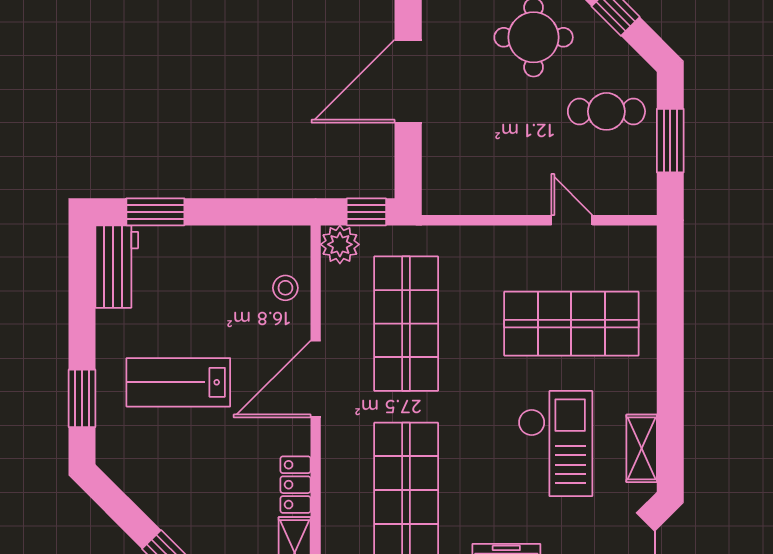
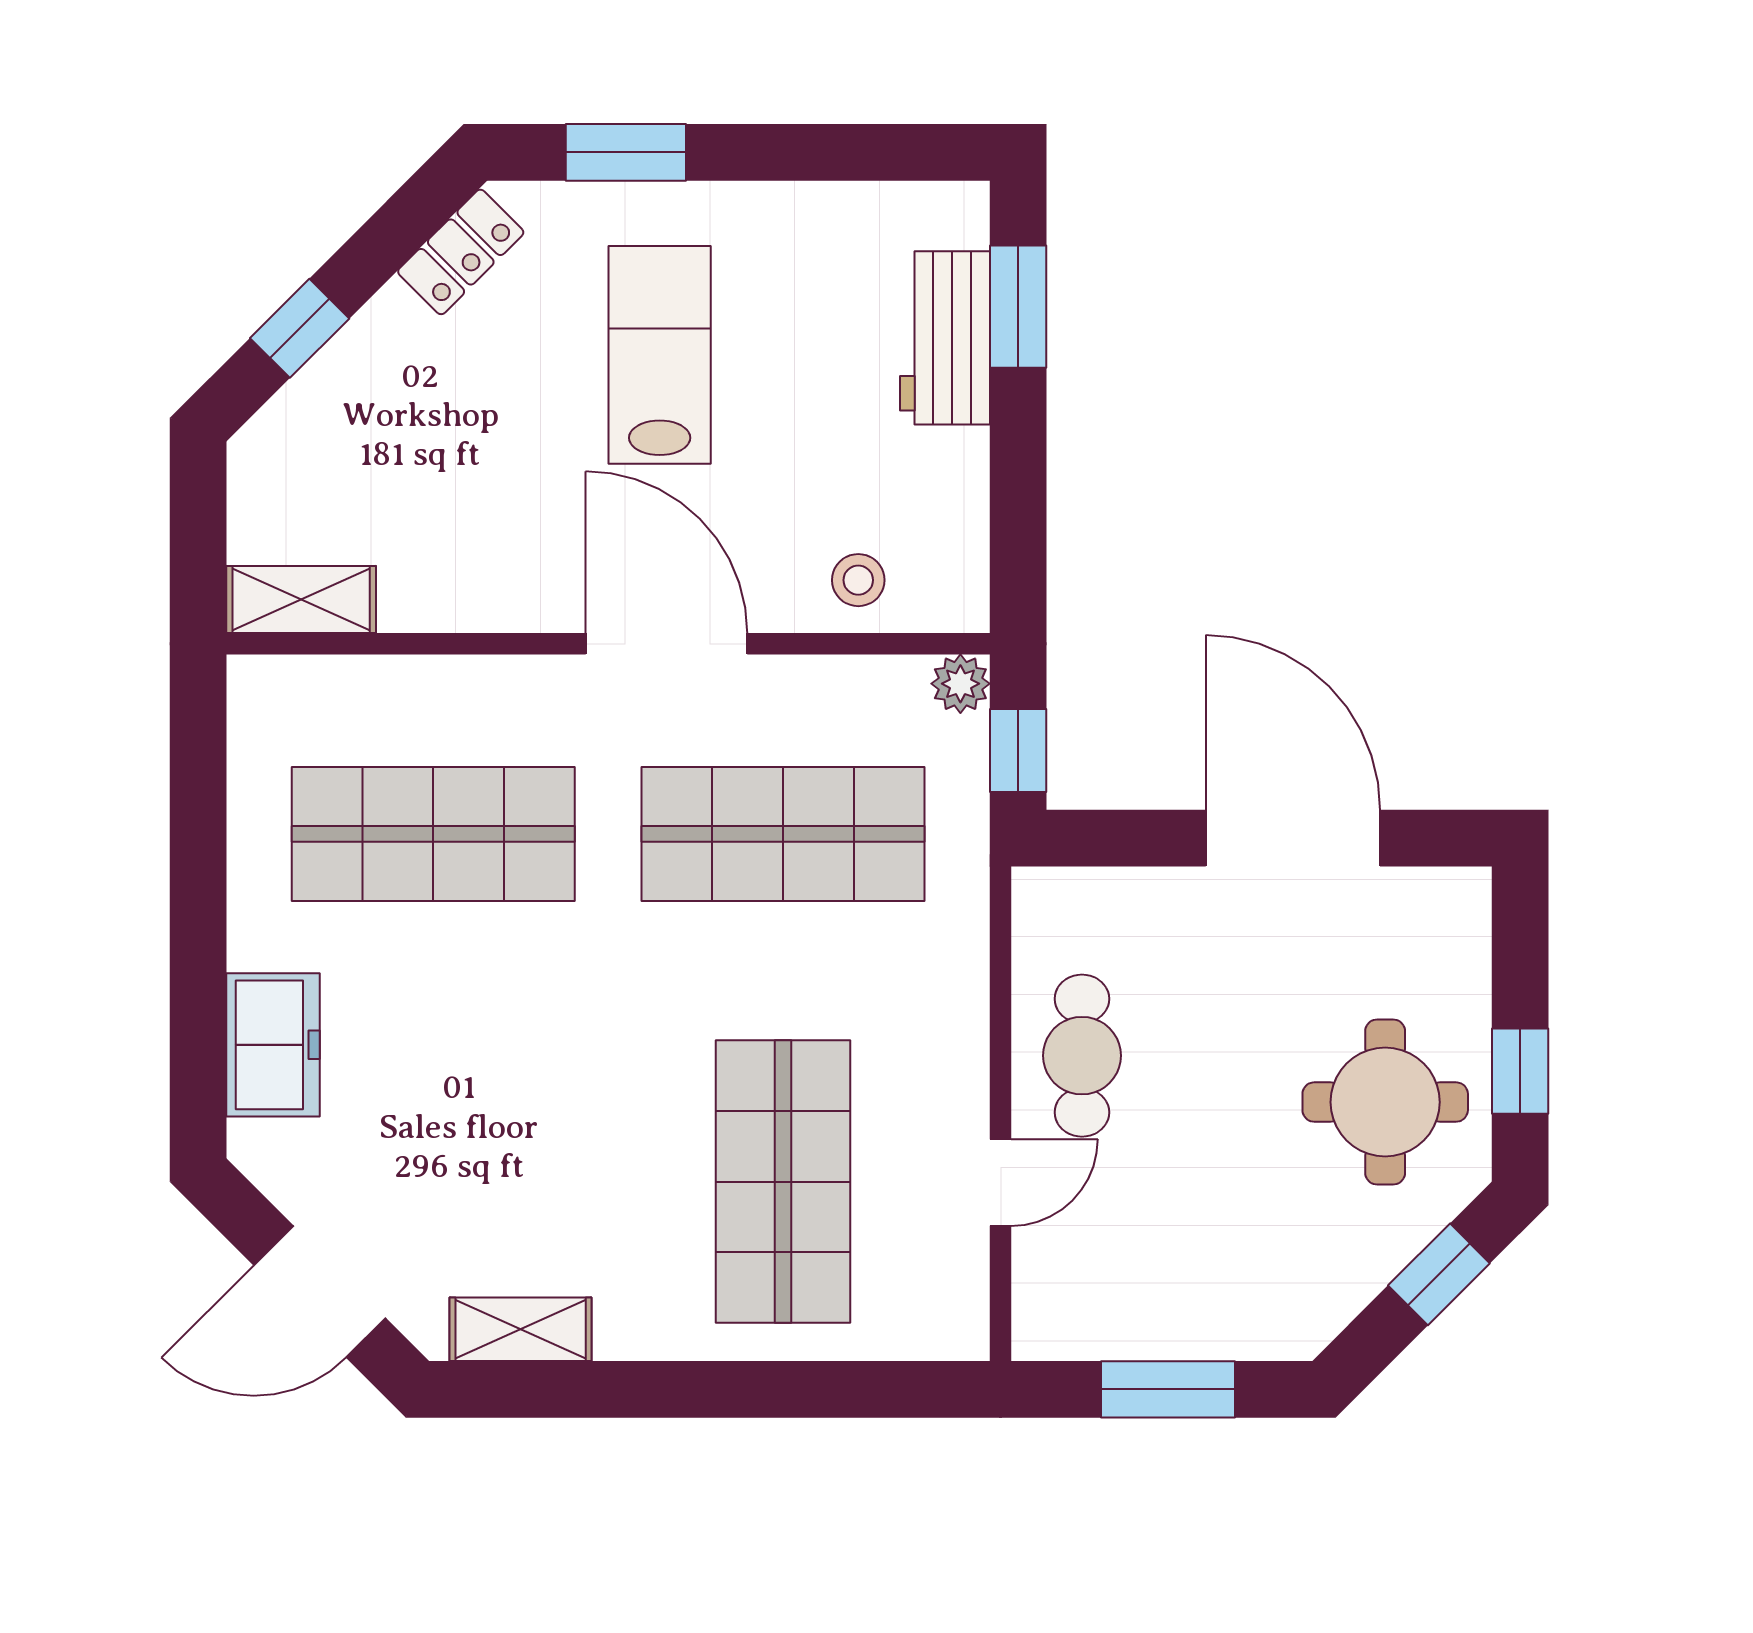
cafe table: (606, 111) -> (1082, 1056), moved
plant: (340, 244) -> (960, 684), width x0.73, depth x0.73
workbench: (117, 267) -> (945, 338), moved, turned 90
checkout: (555, 444) -> (531, 1148), removed
locker: (295, 485) -> (461, 252), moved, turned 135

